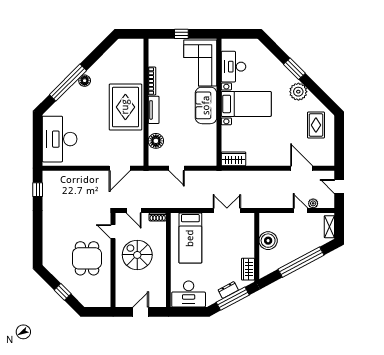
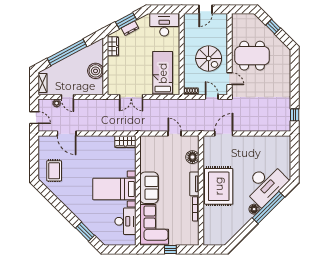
window: (294, 69) -> (85, 232), moved
plant: (298, 92) -> (69, 200), removed
desk: (60, 139) -> (265, 184), moved, turned 45
dining table: (87, 258) -> (252, 56), width x1.37
window: (233, 299) -> (126, 21), width x0.69

